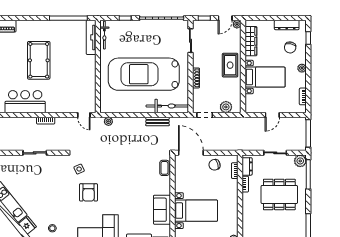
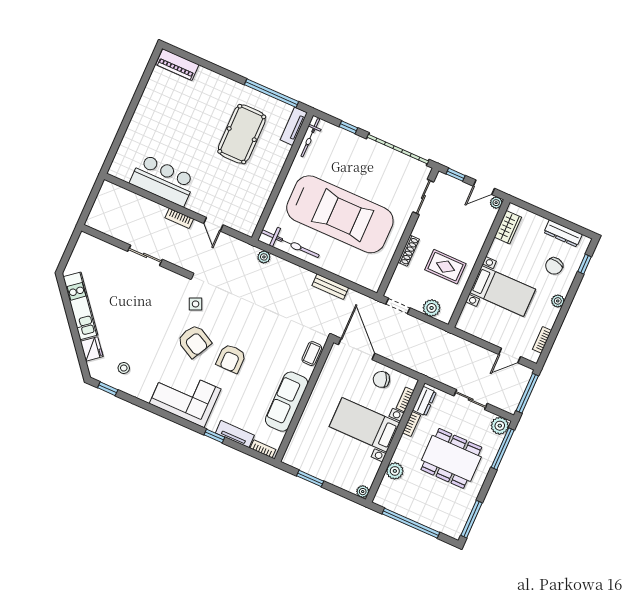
tv unit: (91, 37) -> (294, 126), width x0.71
wardrobe: (251, 41) -> (508, 227), width x0.67
pool table: (39, 60) -> (242, 134), moved
rug: (230, 65) -> (445, 267), moved, turned 90
car: (144, 74) -> (340, 214), turned 180
bicycle: (167, 106) -> (290, 244), moved
door: (84, 115) -> (213, 224), moved
door: (272, 115) -> (510, 355), moved
armchair: (88, 192) -> (194, 341), turned -62
armchair: (116, 193) -> (231, 358), added
sofa: (162, 210) -> (287, 402), width x1.36
bed with nightstands: (196, 211) -> (364, 425), moved, turned 180
plant: (248, 218) -> (395, 471), added

